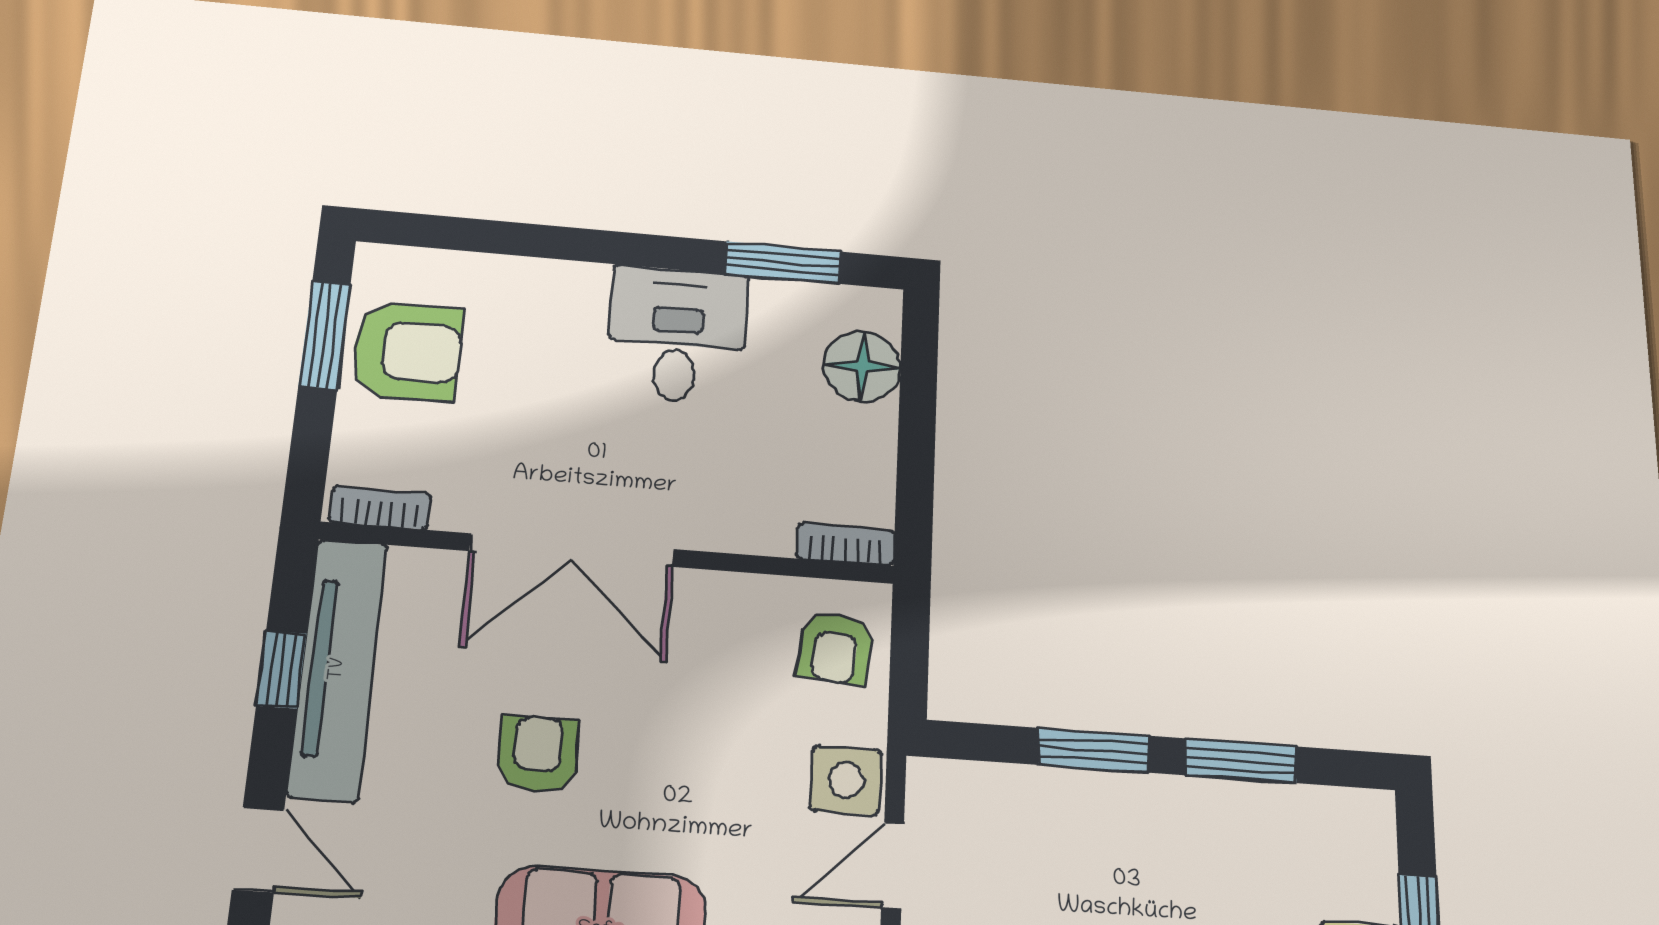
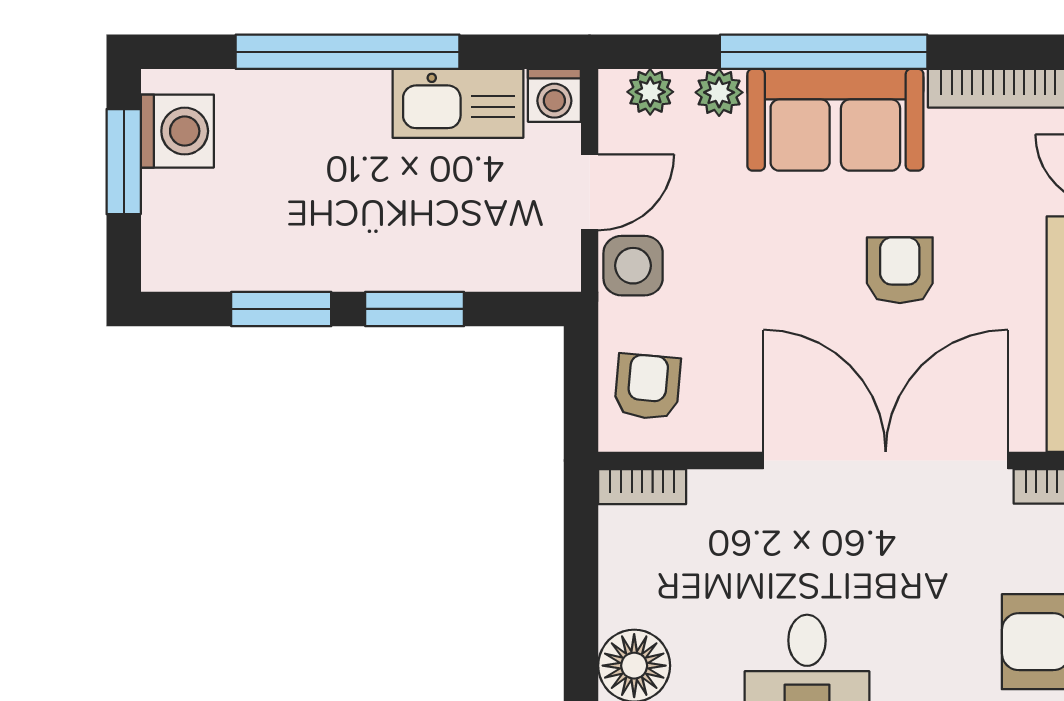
double door: (572, 550) -> (886, 460), width x1.36
armchair: (538, 754) -> (900, 270), turned 180

